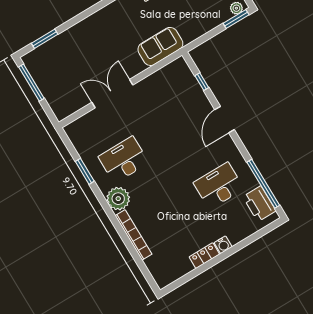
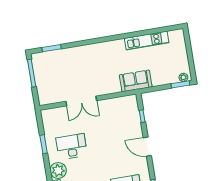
sofa: (160, 46) -> (136, 81), moved
double door: (112, 94) -> (81, 101), swing flipped
door: (225, 120) -> (147, 147), hinge flipped

